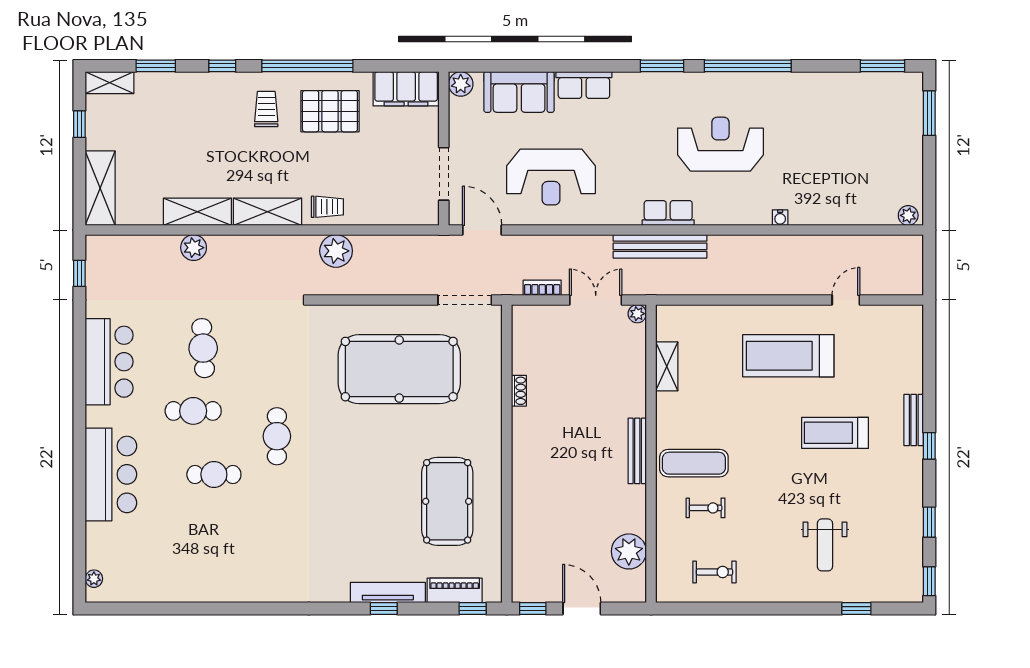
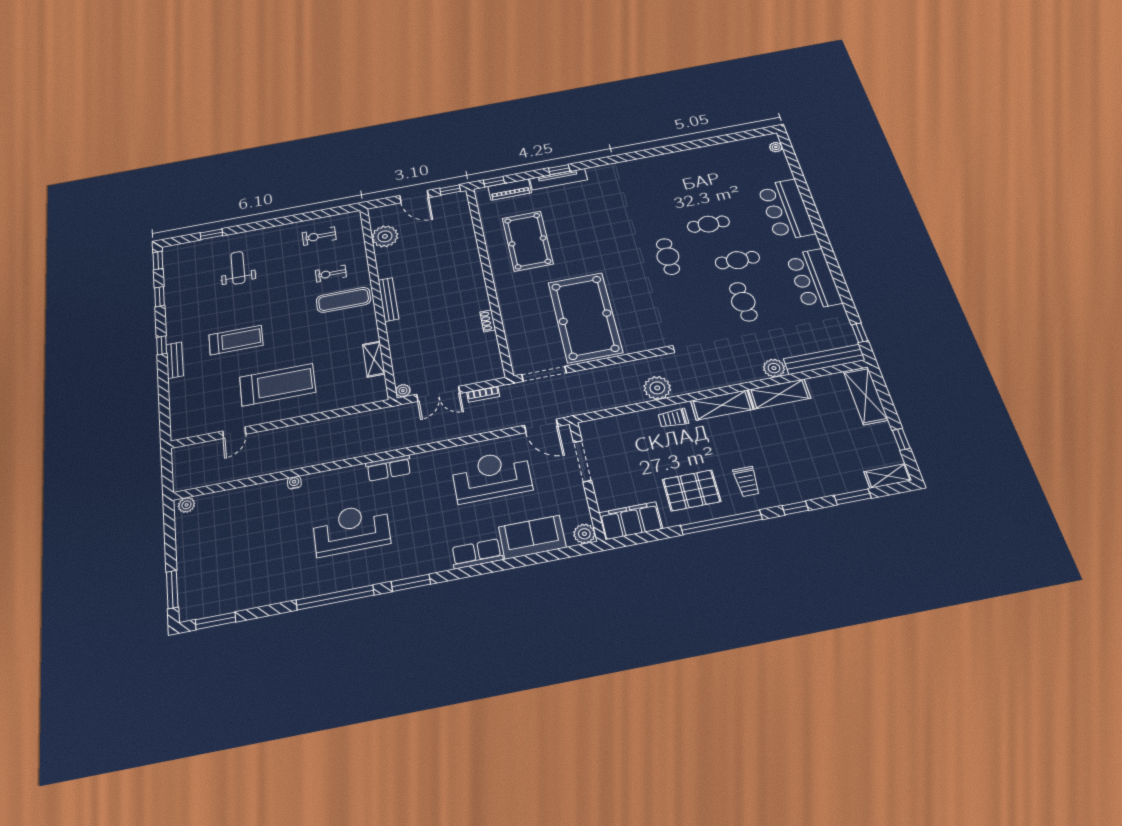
reception desk: (720, 144) -> (351, 529), turned 180
bench: (660, 246) -> (824, 359), moved
pool table: (399, 369) -> (585, 317), turned 90

